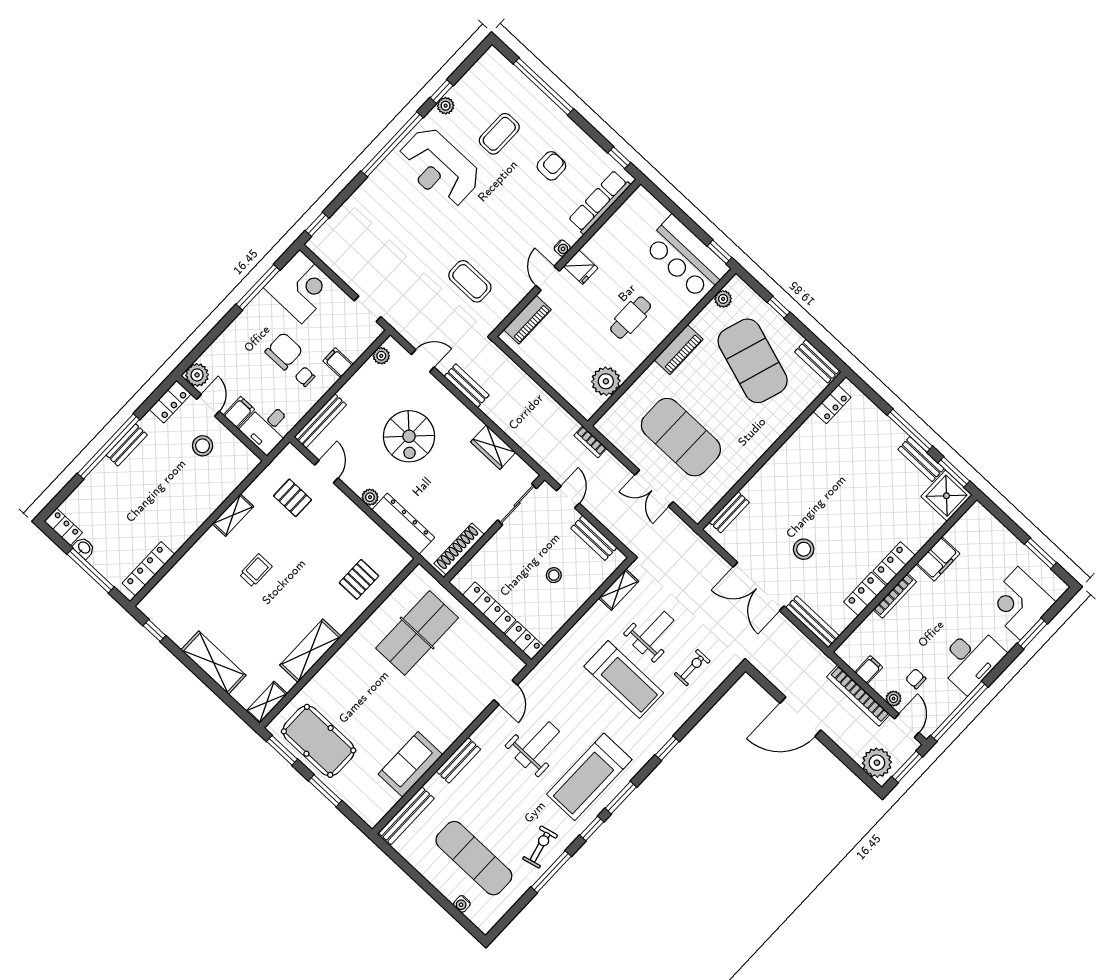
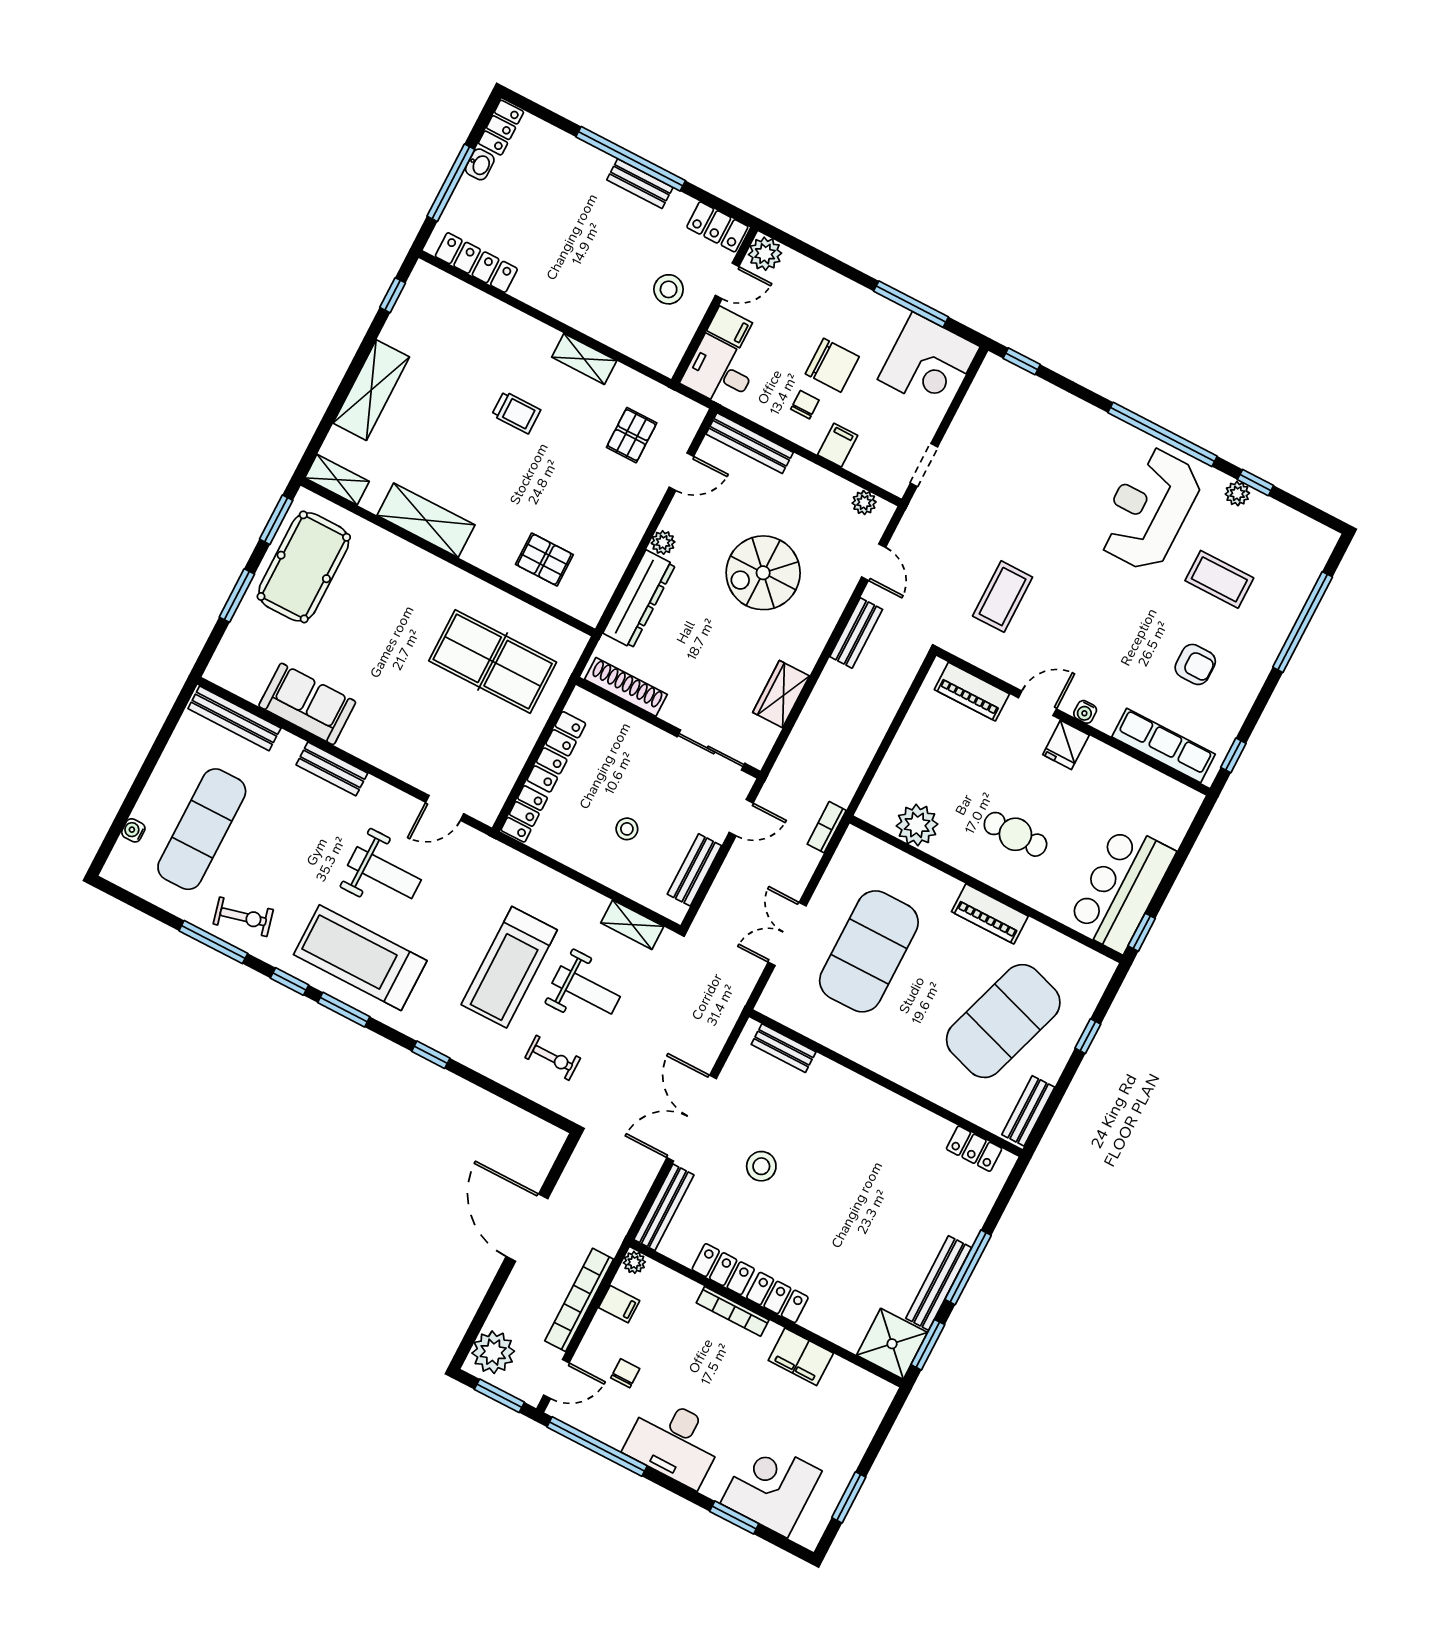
plant: (723, 299) -> (1078, 956), removed
bench: (921, 459) -> (939, 1283), width x1.36
plant: (894, 699) -> (634, 1262), moved

